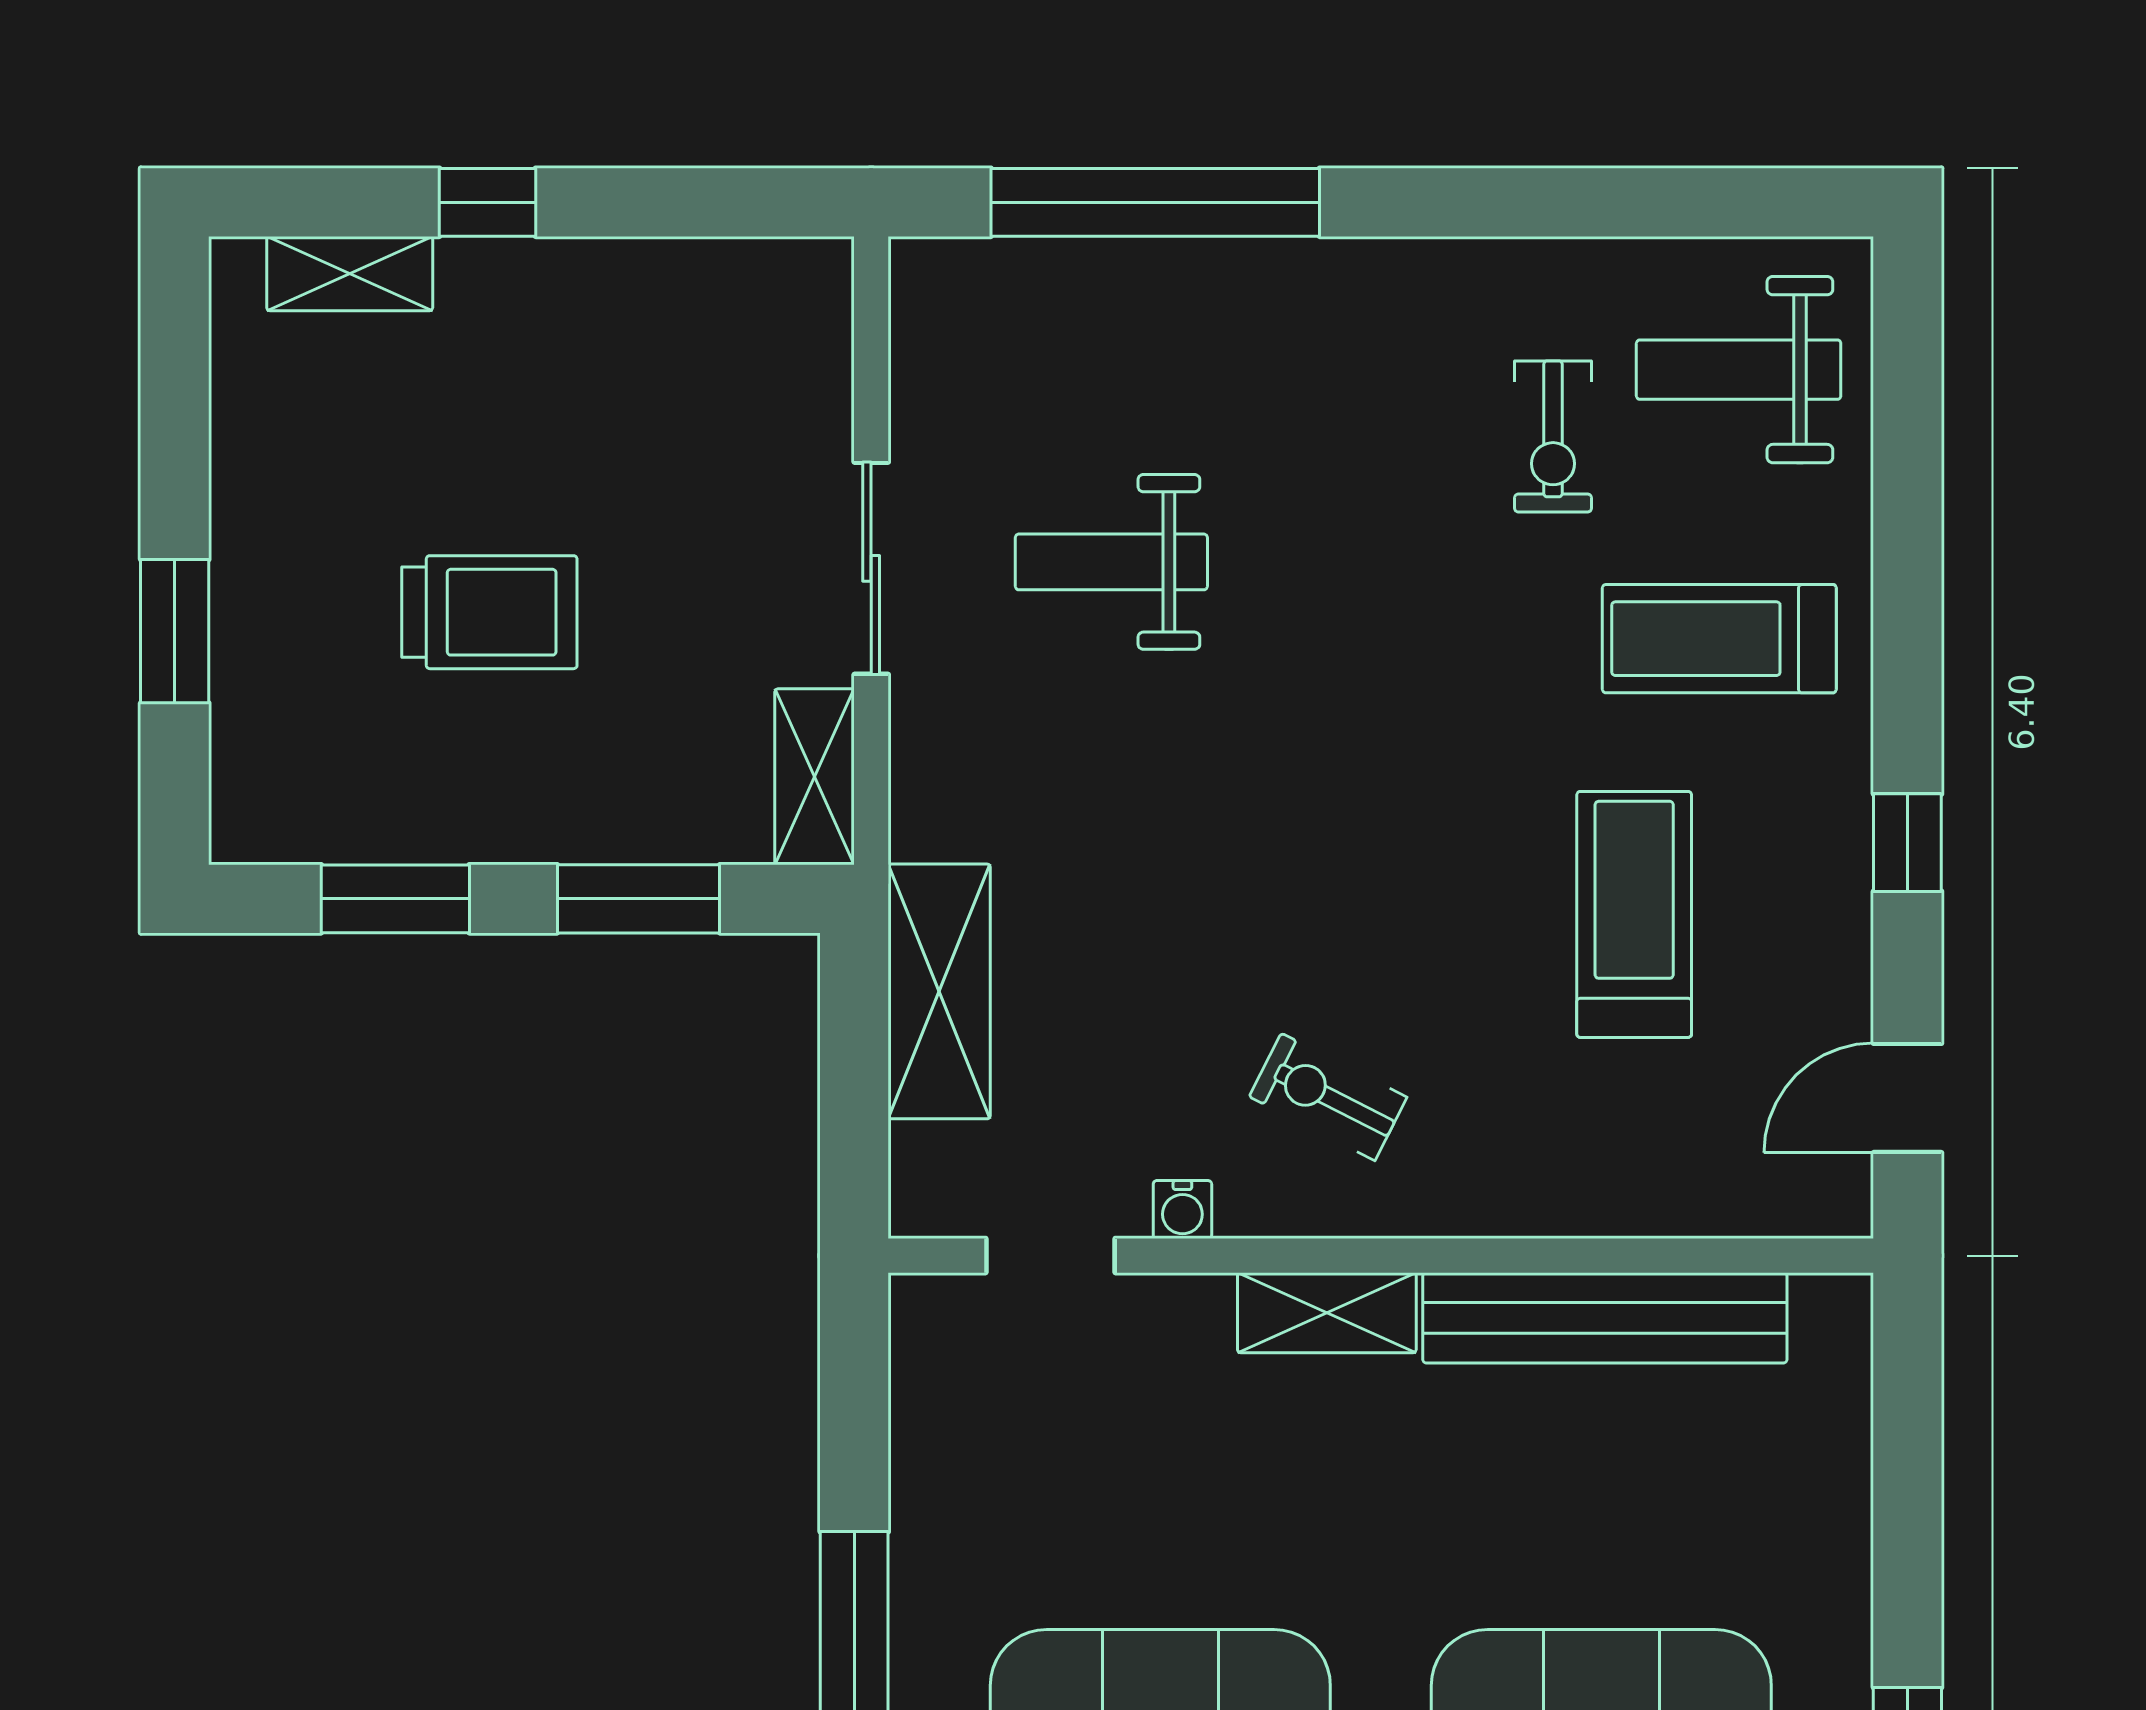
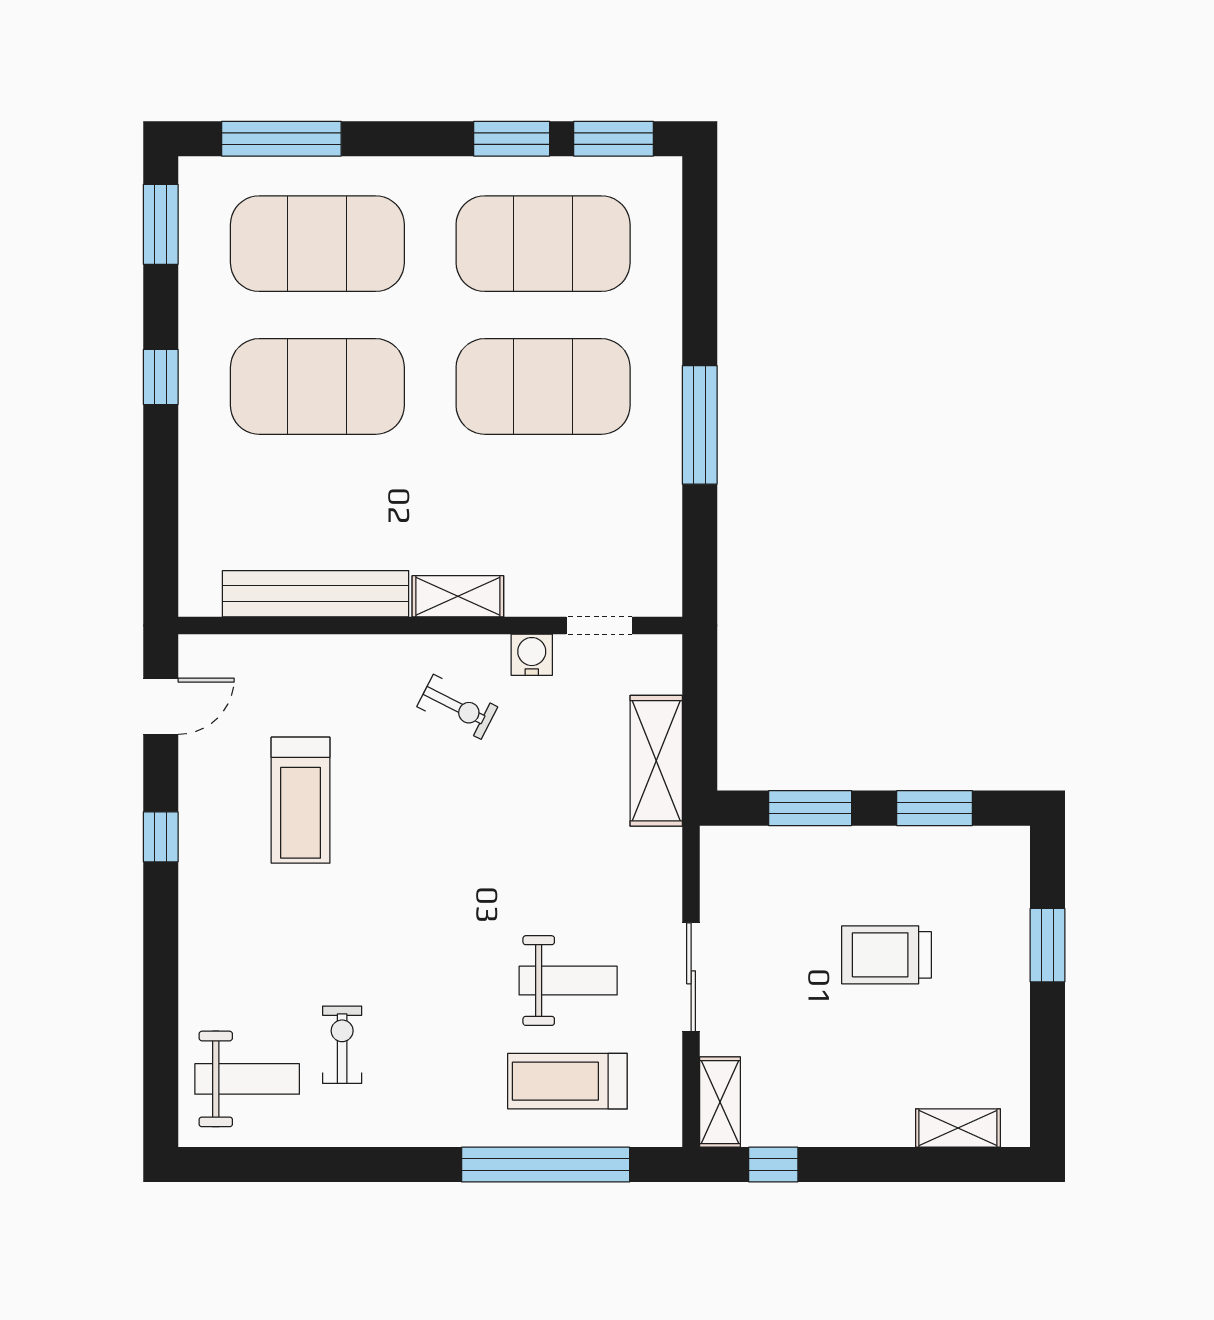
window: (487, 202) -> (773, 1165), moved
treadmill: (1719, 639) -> (567, 1081), moved, turned 180
shelving: (815, 777) -> (720, 1102), moved
water cooler: (1182, 1210) -> (532, 655), width x1.38, depth x1.38

